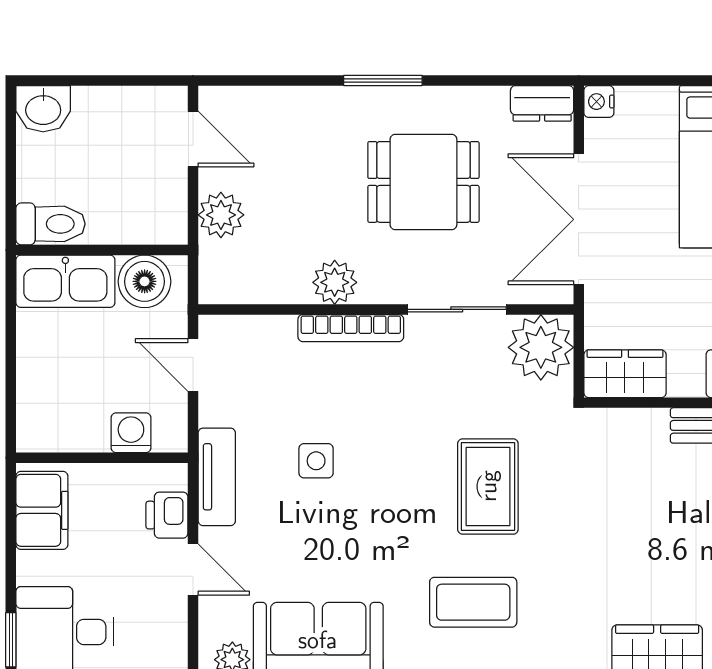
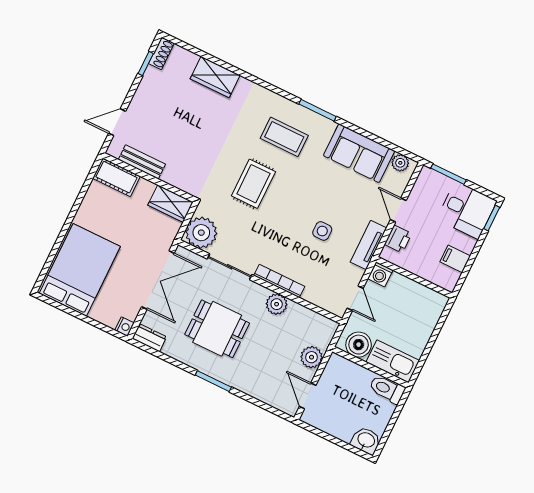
washing machine: (131, 433) -> (380, 274), moved
filing cabinet: (42, 510) -> (455, 259), width x0.50

